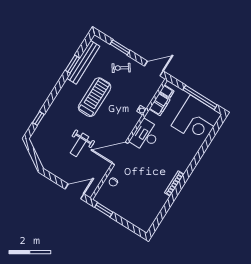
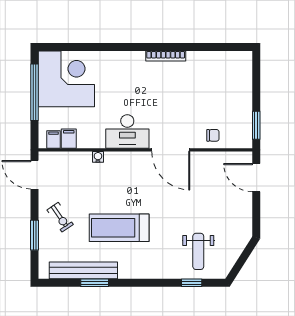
filing cabinet: (159, 104) -> (69, 139), width x0.50
weight bench: (79, 145) -> (198, 251), moved, turned 90

